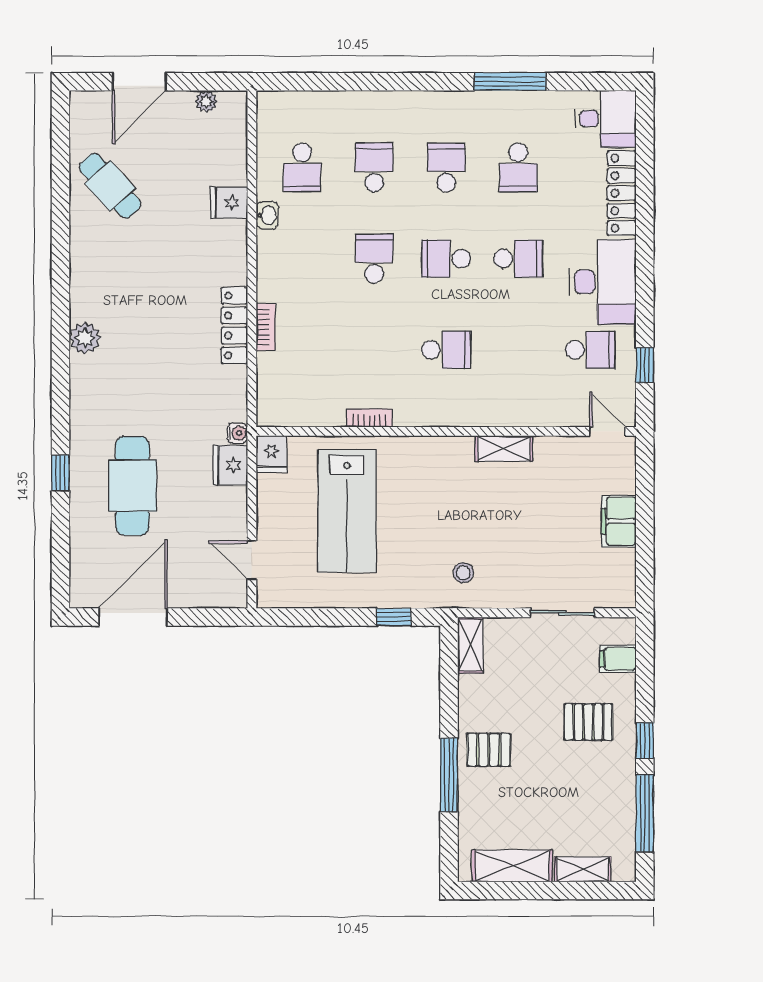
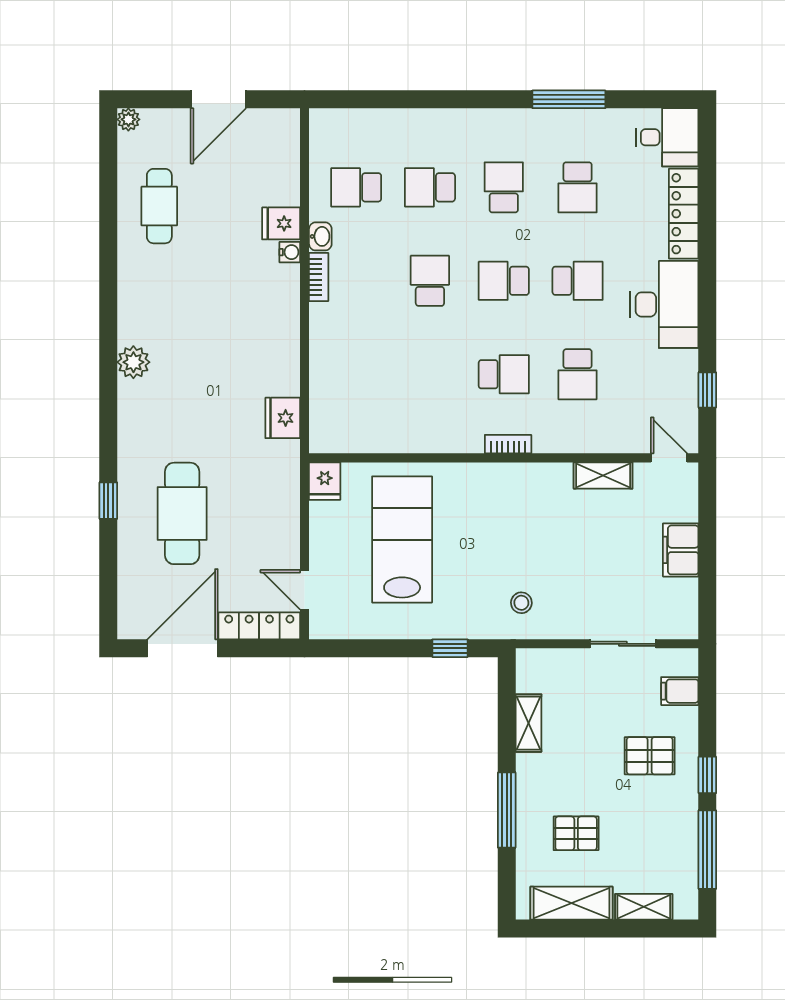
door: (139, 82) -> (218, 99), moved
plant: (206, 101) -> (128, 119), moved
school desk: (302, 168) -> (356, 187), turned 90
school desk: (374, 168) -> (430, 187), turned -90
cafe table: (110, 186) -> (159, 206), turned 42
locker: (234, 326) -> (259, 626), moved, turned 90
bookcase: (266, 327) -> (319, 277), moved
school desk: (590, 350) -> (578, 374), moved, turned 90
bookcase: (369, 418) -> (508, 444), moved
water cooler: (237, 433) -> (290, 252), moved
shelving: (504, 449) -> (603, 476), moved
fridge: (231, 465) -> (283, 418), moved
lab bench: (347, 511) -> (402, 539), turned 180
shelving: (470, 645) -> (528, 723), moved
pallet: (489, 750) -> (576, 833), moved

